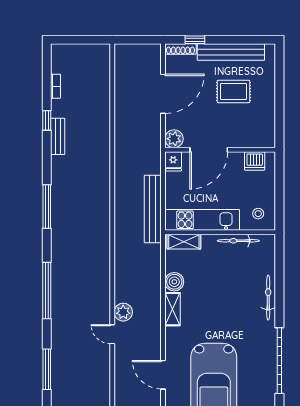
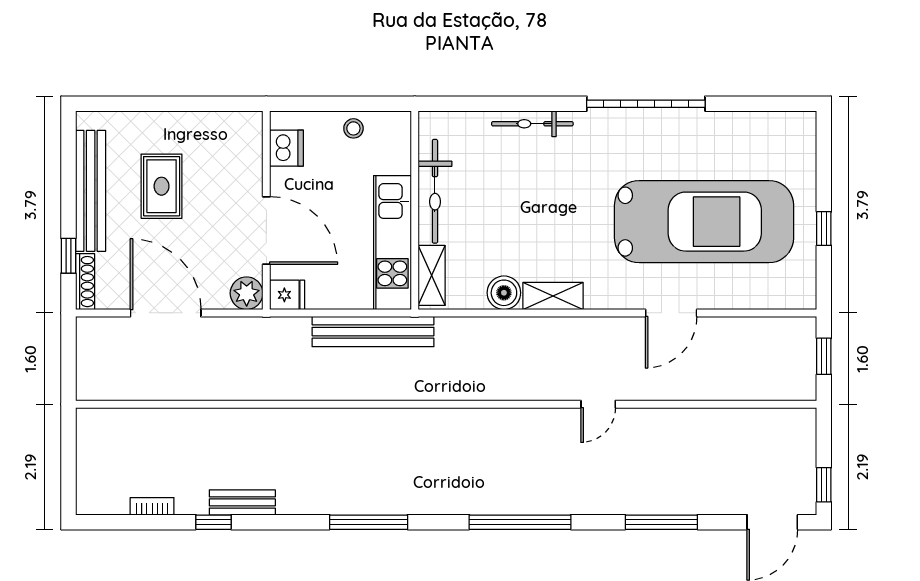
stool: (258, 214) -> (353, 128), moved
bicycle: (238, 241) -> (435, 191), width x1.37, depth x1.40
plant: (123, 312) -> (558, 385), removed

